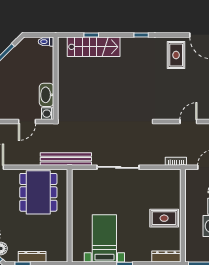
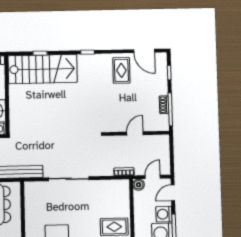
stairs: (94, 47) -> (43, 69), width x1.36, depth x1.51
boiler: (191, 175) -> (139, 185), added

